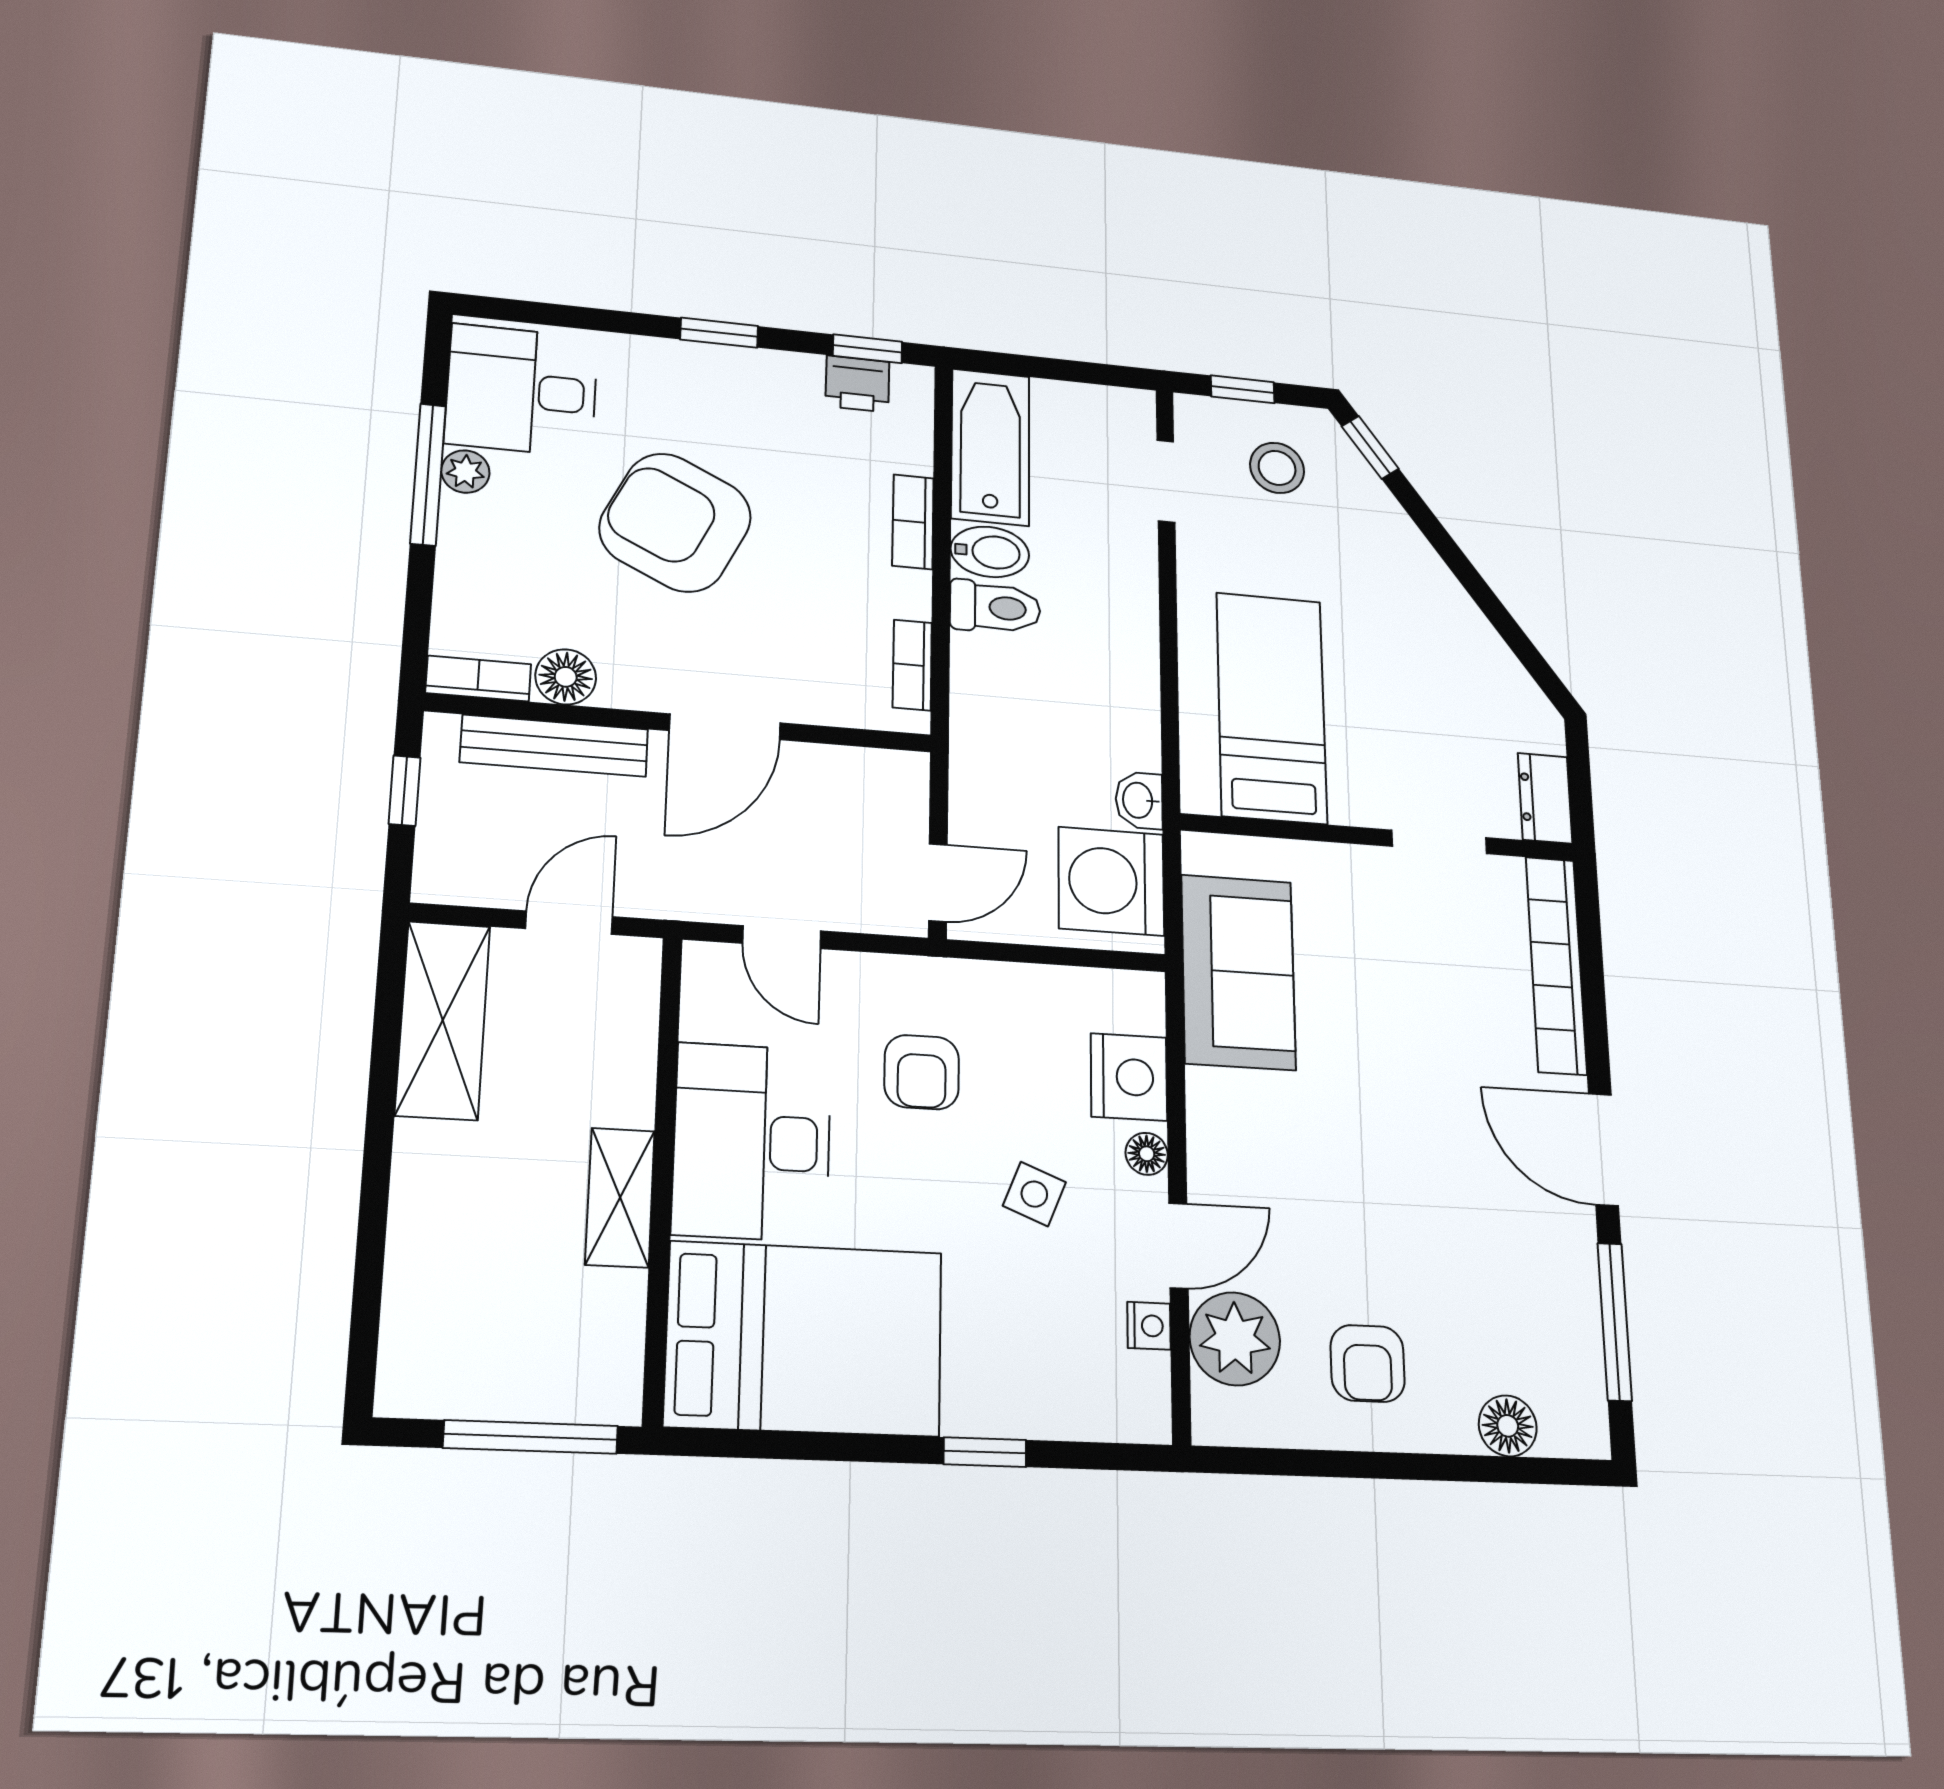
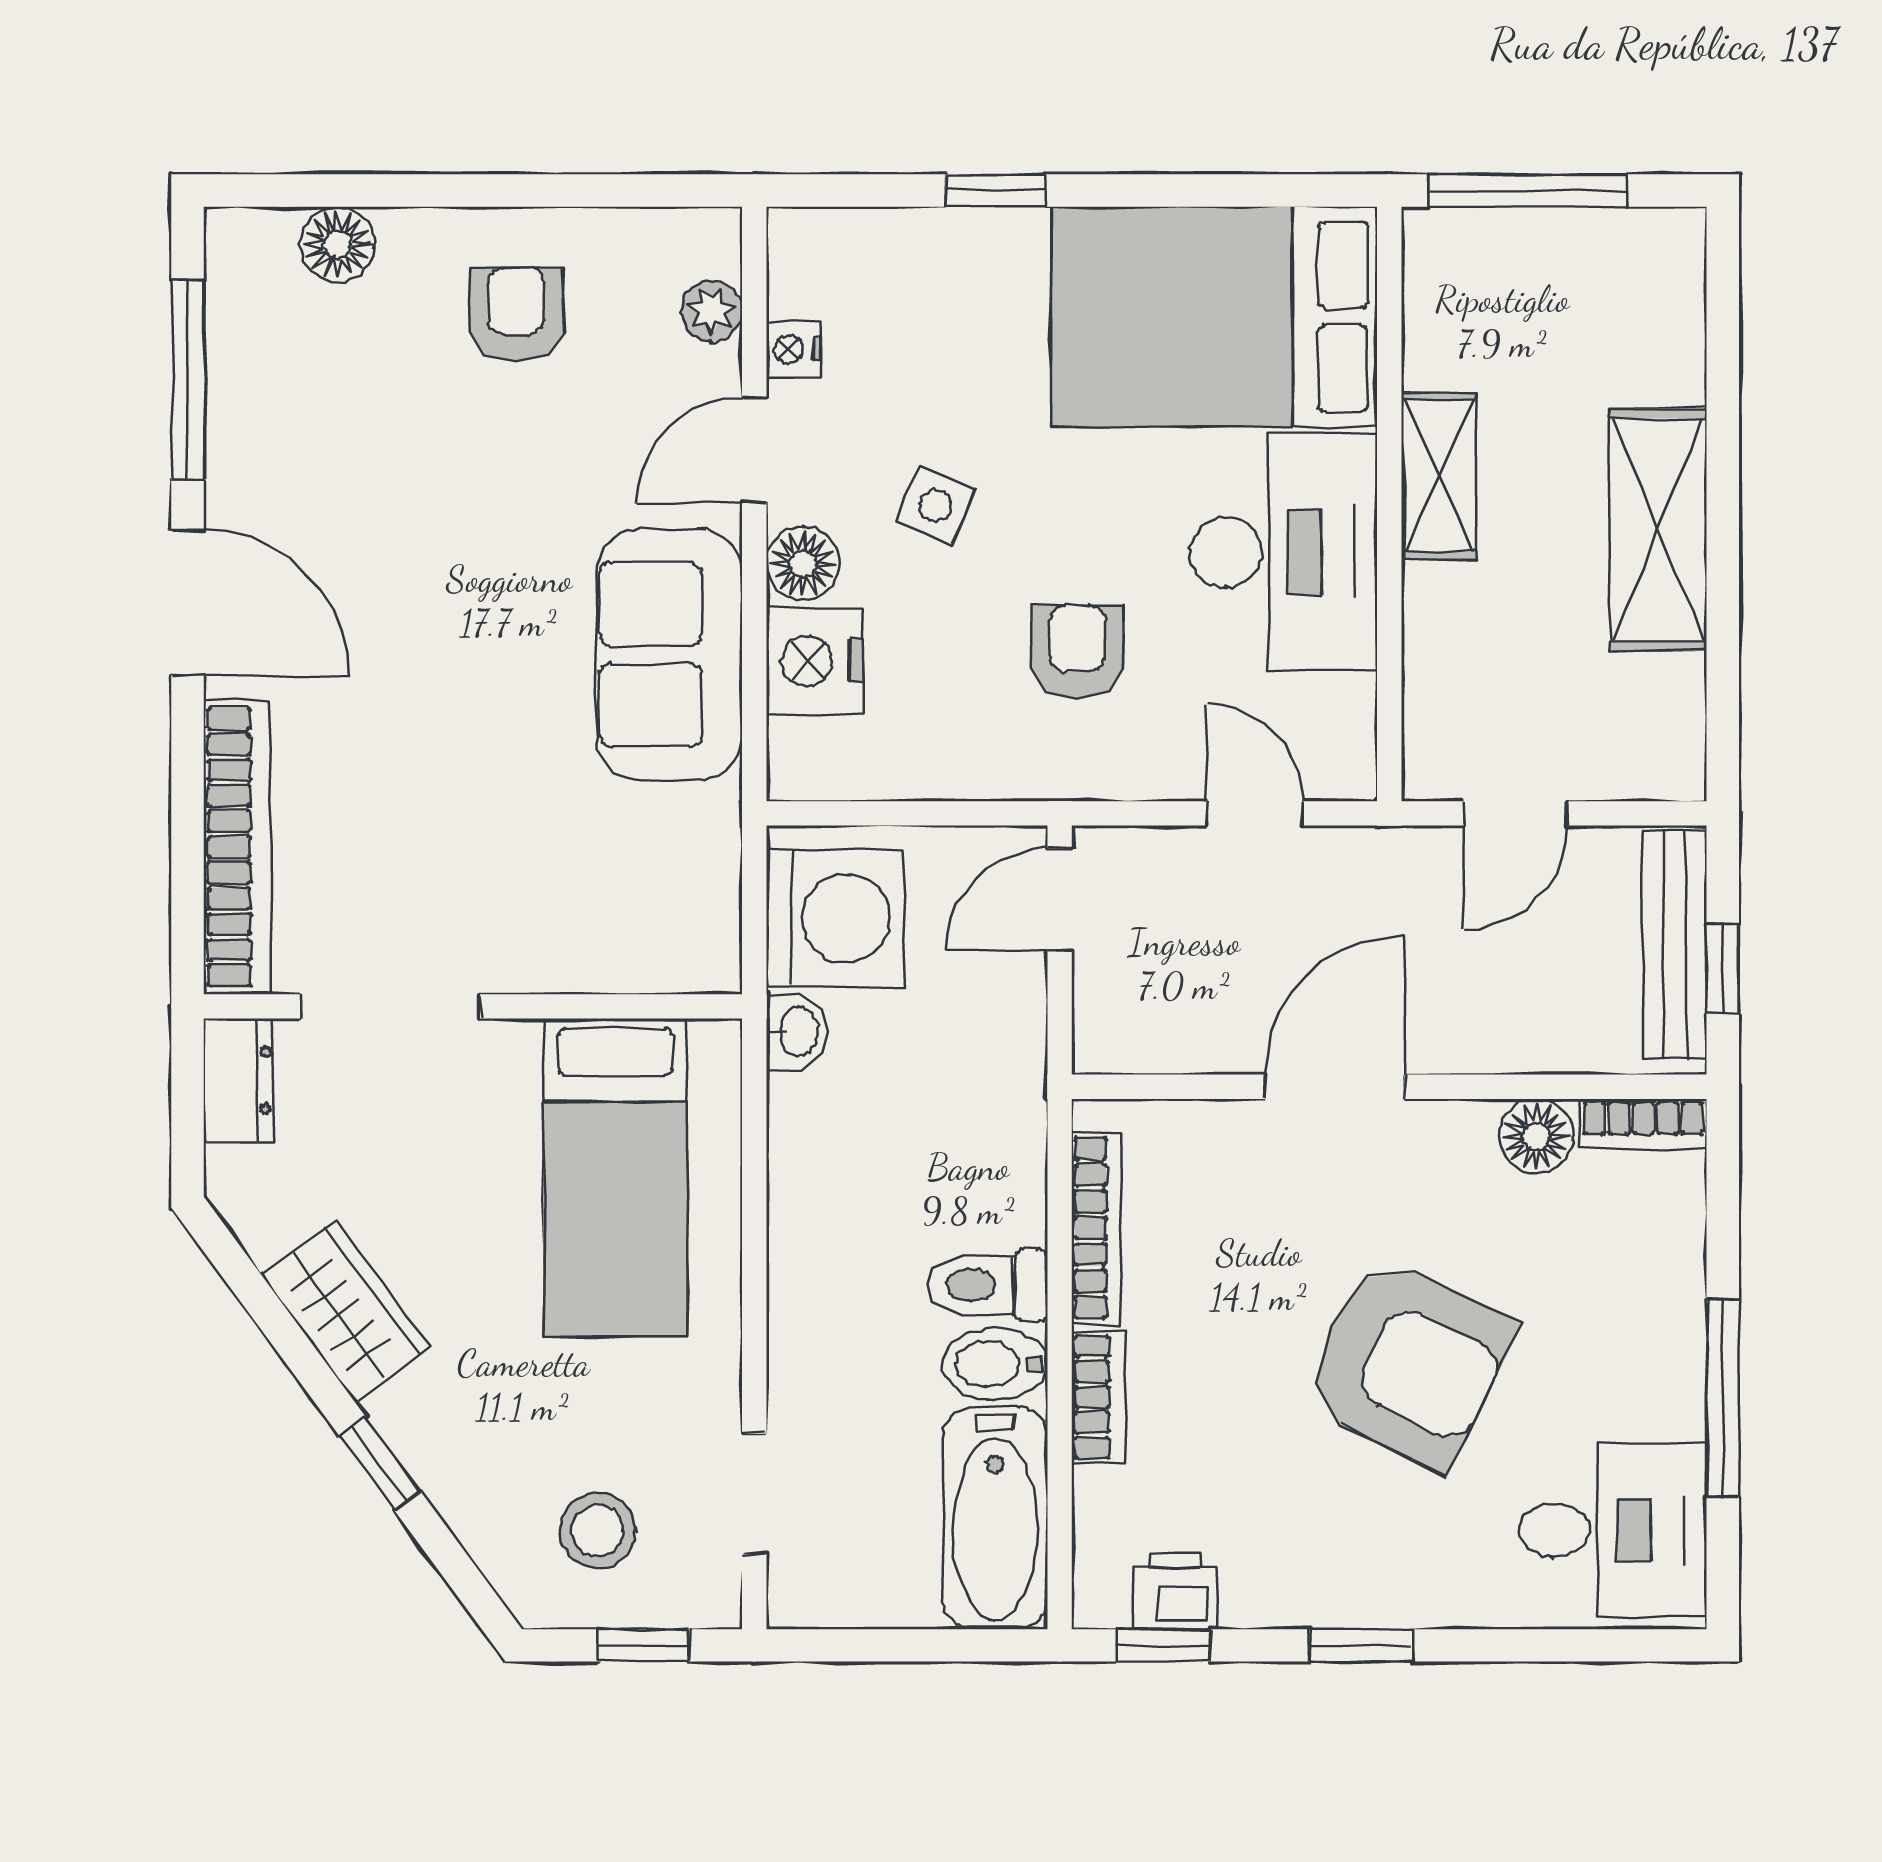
window: (1370, 447) -> (380, 1463), moved
plant: (465, 472) -> (1677, 1407), removed
wardrobe: (1461, 633) -> (345, 1311), added
bookcase: (912, 665) -> (1096, 1228), width x1.56
bench: (554, 746) -> (1675, 945), moved, turned 90
doorway: (1439, 842) -> (390, 1006), width x1.38
sofa: (1238, 972) -> (669, 654), moved
shelving: (443, 1020) -> (1658, 529), moved
floor lamp: (1147, 1154) -> (803, 564), width x1.37, depth x1.37
plant: (1235, 1339) -> (712, 311), width x0.53, depth x0.53

